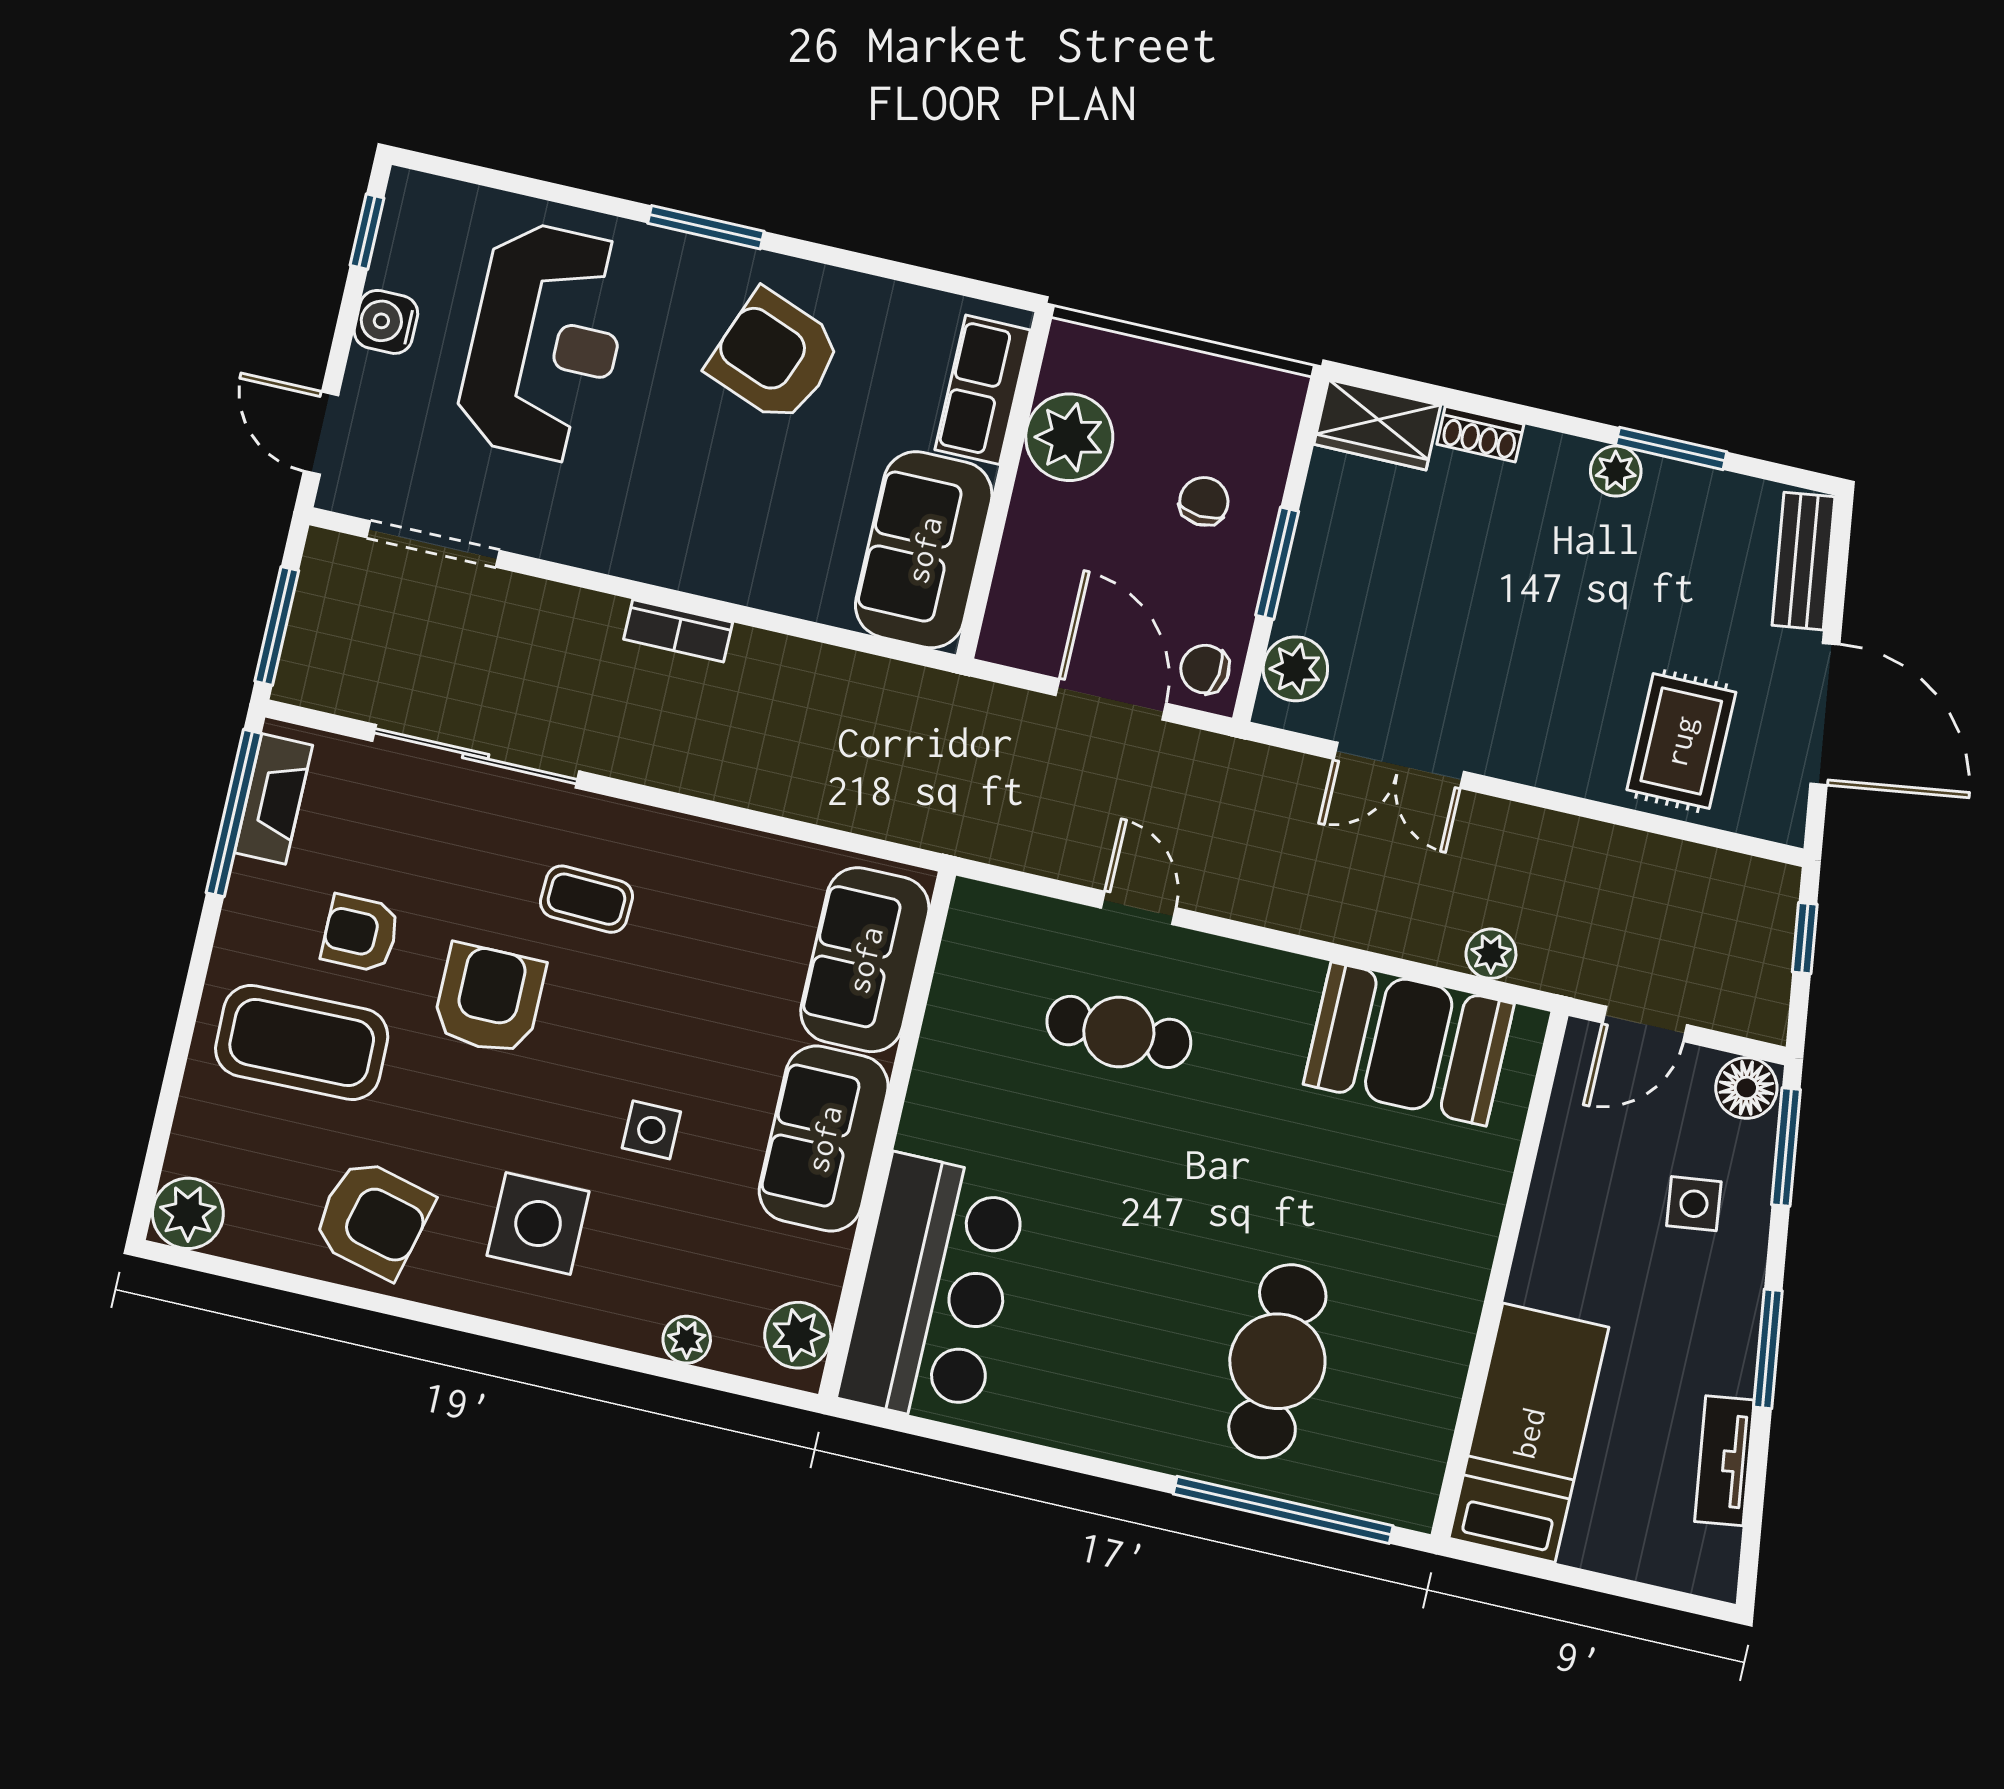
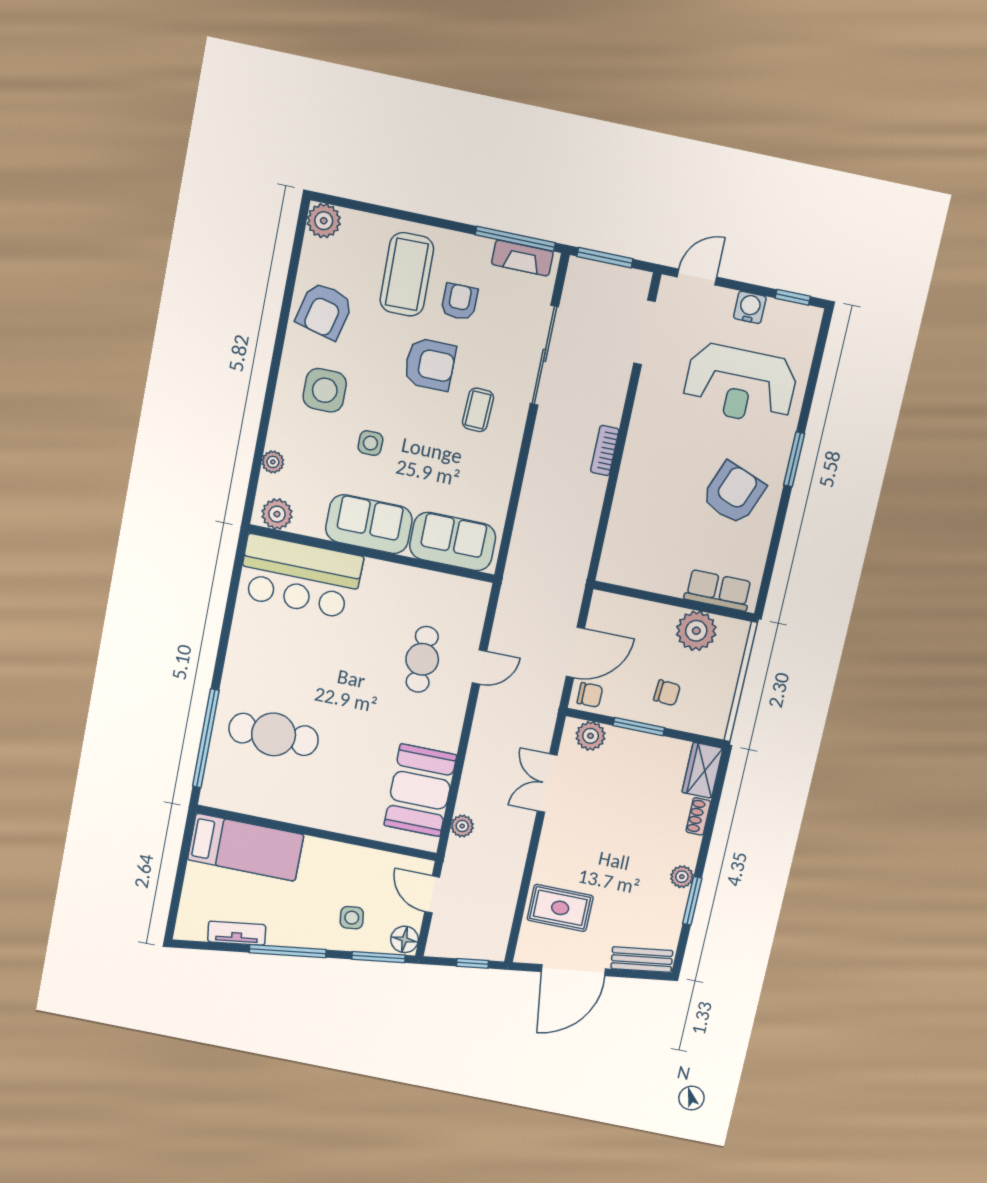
sofa: (924, 550) -> (644, 565), removed
chair: (1205, 669) -> (590, 695), turned 82
window: (1768, 1349) -> (288, 951), width x1.44

